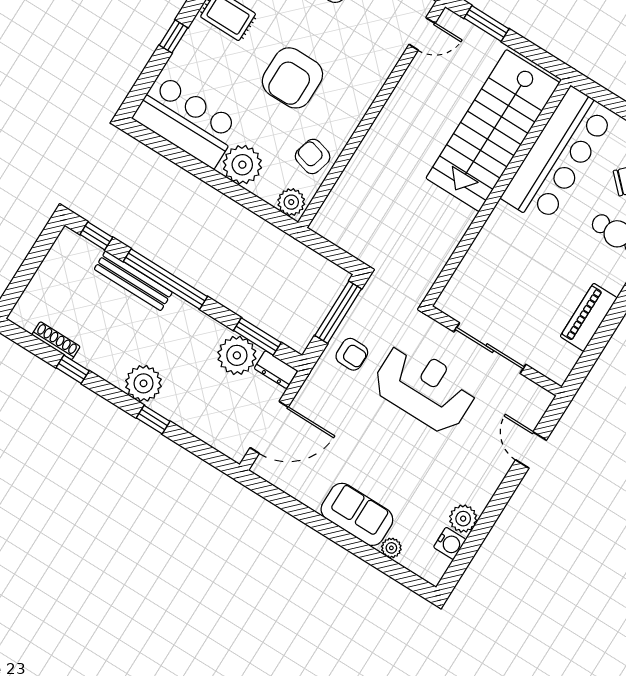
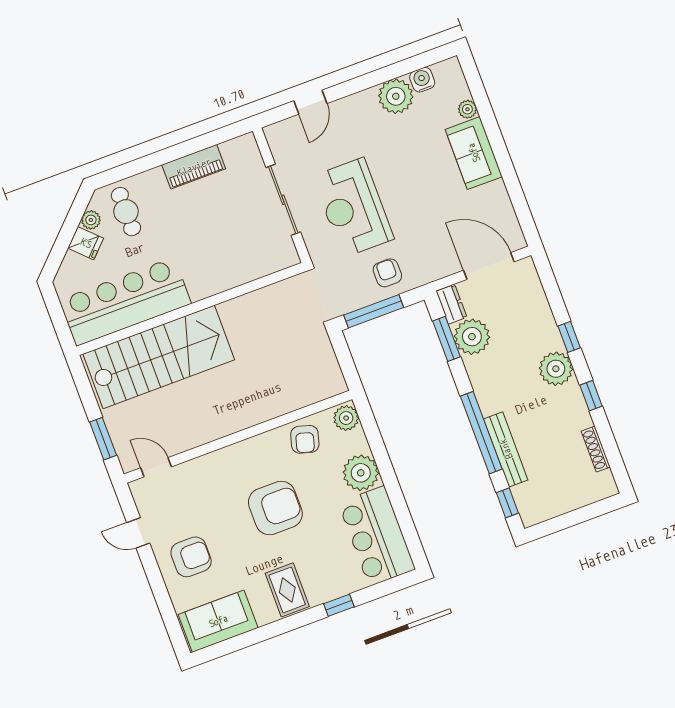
window: (73, 369) -> (591, 396), moved
plant: (463, 519) -> (396, 96), width x1.36, depth x1.36

